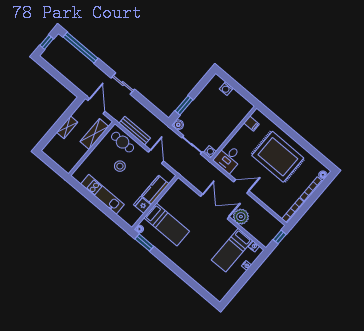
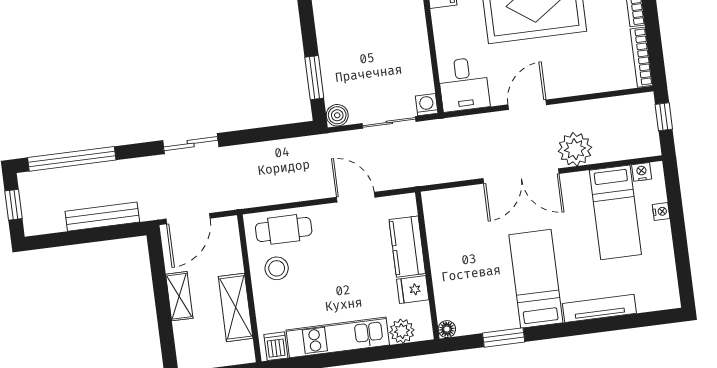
door: (96, 106) -> (188, 219), swing flipped
bench: (135, 131) -> (102, 217), moved
shelving: (94, 134) -> (236, 307), moved
stool: (120, 166) -> (277, 268), moved
dishwasher: (80, 176) -> (276, 346), added
double door: (215, 207) -> (521, 176), swing flipped
plant: (125, 214) -> (402, 331), added
bed: (167, 225) -> (536, 279), moved, turned -90
window: (144, 243) -> (504, 338), moved
tv unit: (194, 275) -> (599, 308), added

